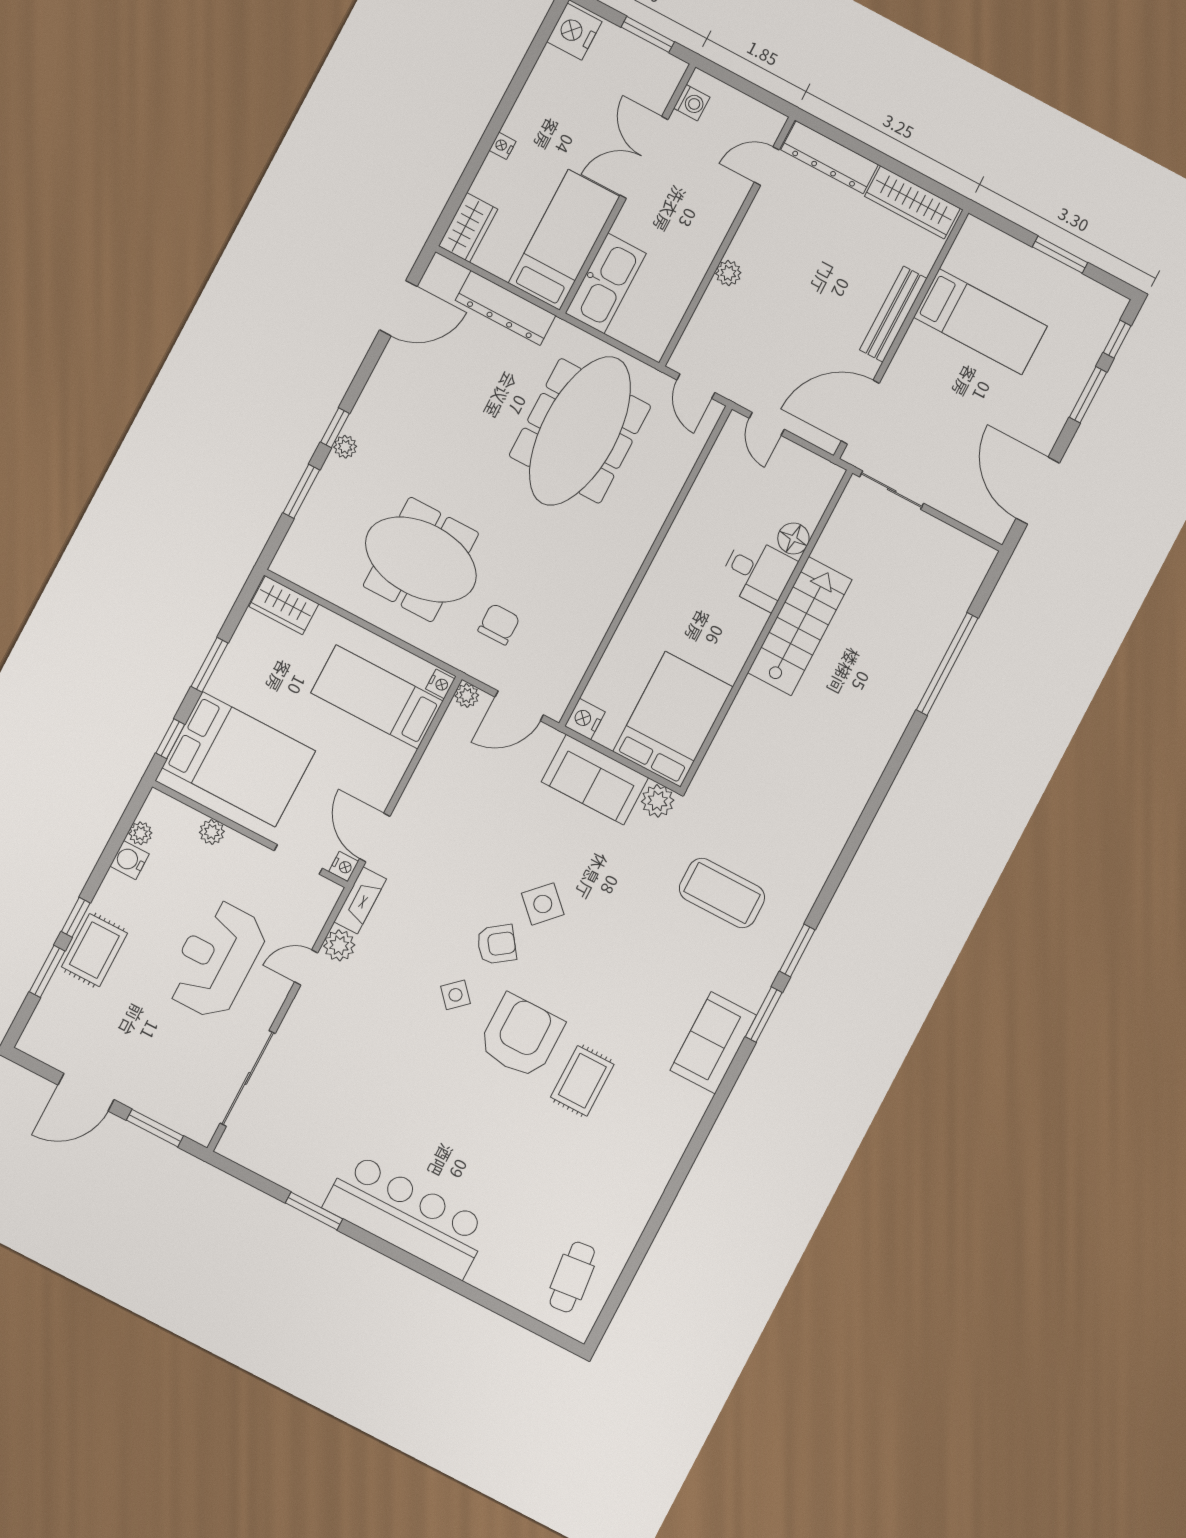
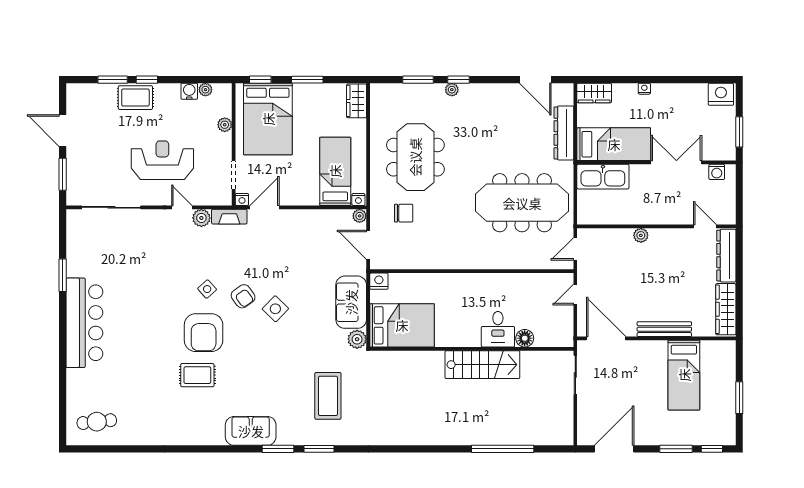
armchair: (521, 1036) -> (204, 333), turned 90

